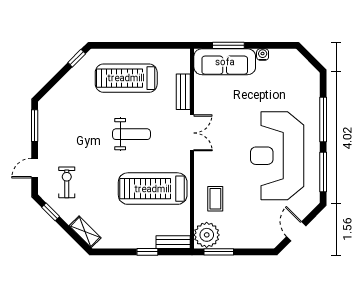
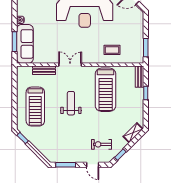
plant: (207, 235) -> (135, 55), removed

